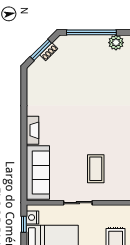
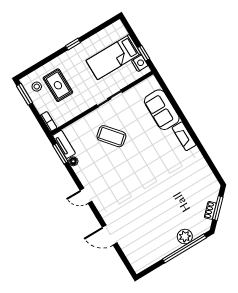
plant: (116, 43) -> (185, 236), moved
coffee table: (96, 169) -> (111, 136), turned -40
sofa: (38, 173) -> (162, 110), width x0.73

